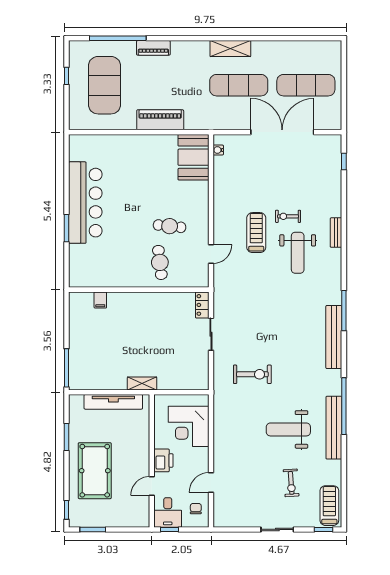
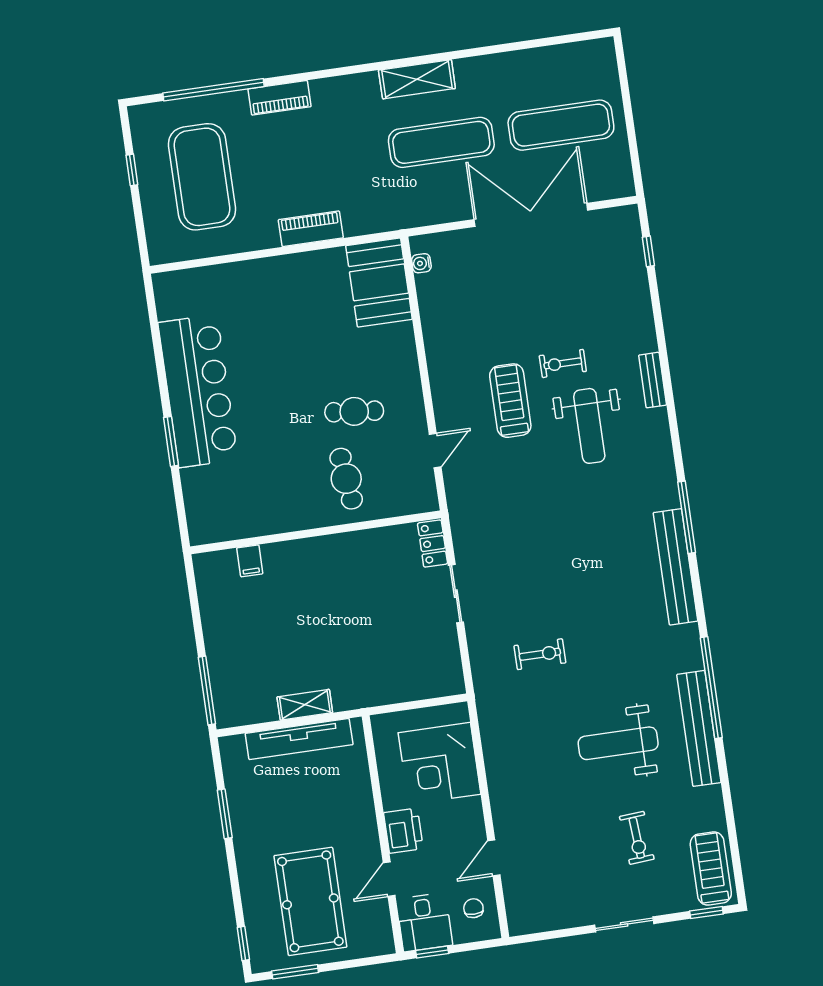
piano: (160, 120) -> (311, 229), width x0.73, depth x0.75
exercise bike: (252, 374) -> (540, 654), width x0.73, depth x0.72
shelving: (142, 383) -> (305, 705), moved
pool table: (95, 471) -> (310, 901), moved

